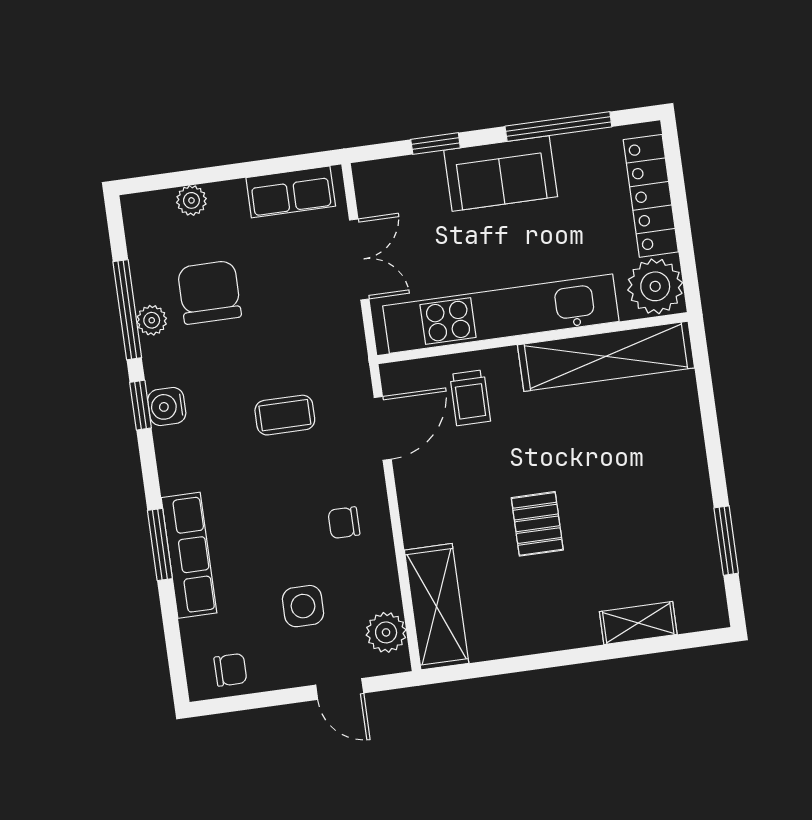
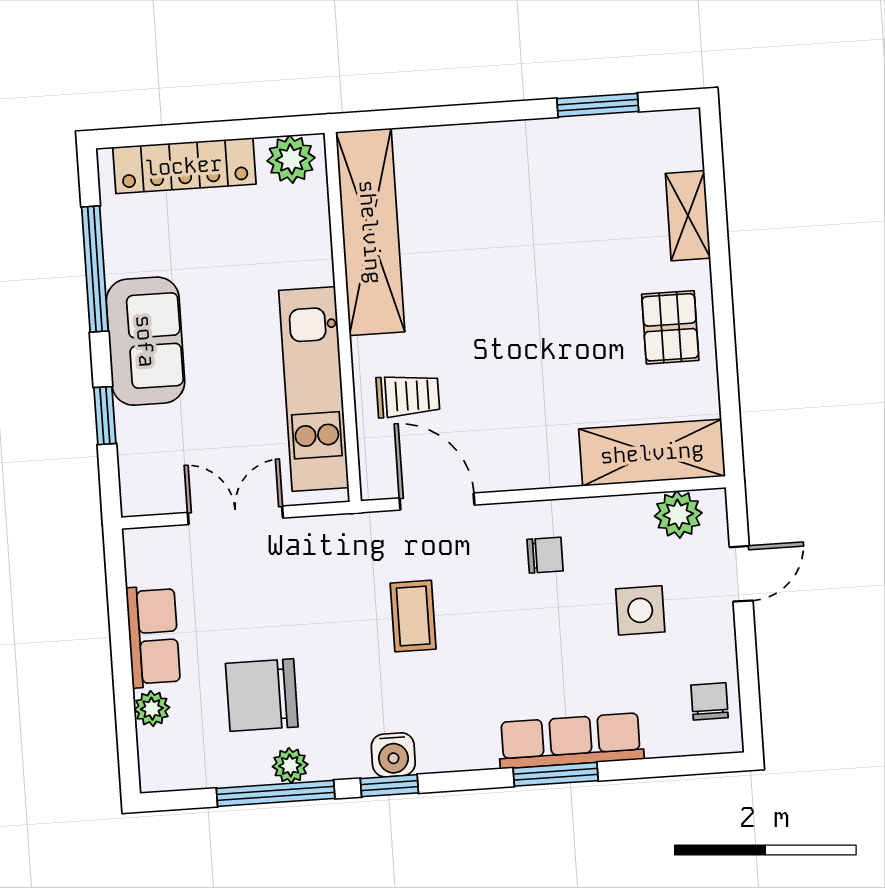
row of seats: (291, 192) -> (153, 636), moved
plant: (655, 286) -> (291, 159), width x0.73, depth x0.73
kitchen unit: (501, 314) -> (314, 389), width x0.73
chair: (344, 523) -> (545, 555), turned -90
pallet: (537, 524) -> (670, 327), moved, turned 90

